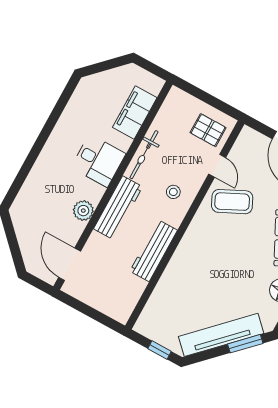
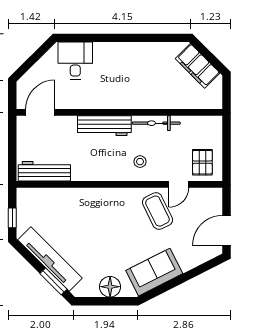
filing cabinet: (135, 113) -> (198, 66), moved, turned -135
desk: (98, 161) -> (75, 61), moved, turned 180
plant: (83, 211) -> (87, 100), removed
workbench: (154, 251) -> (44, 171), moved

